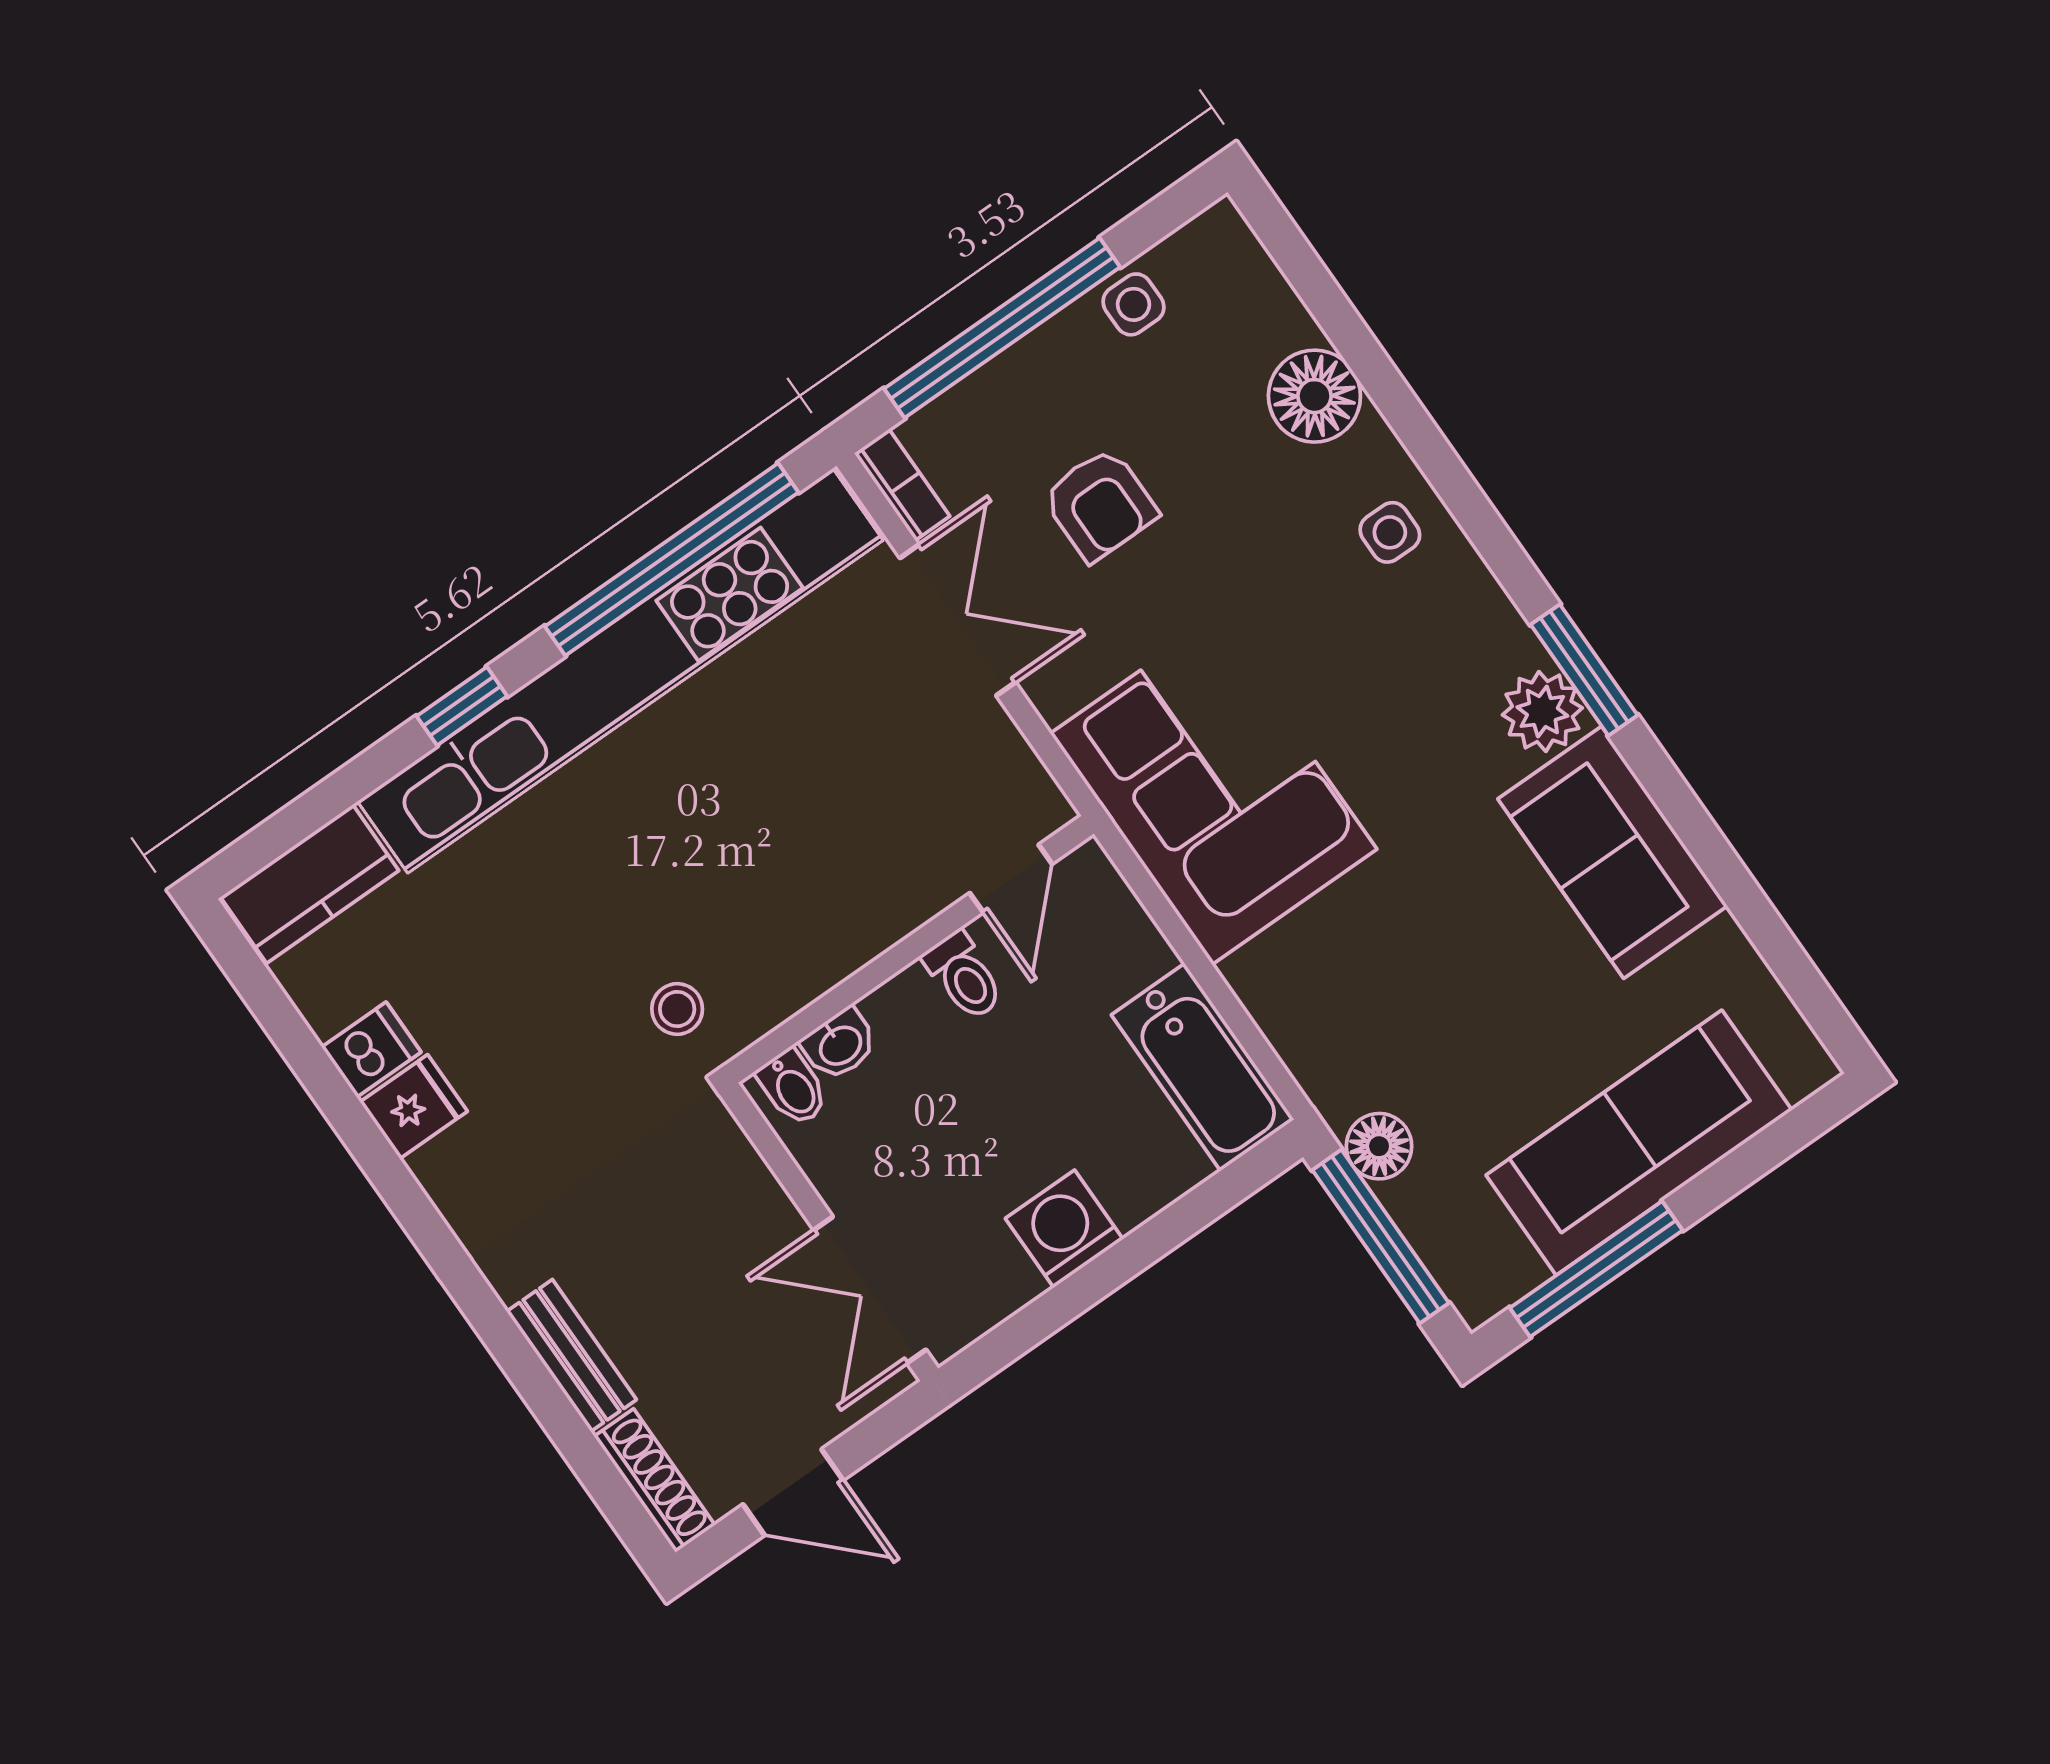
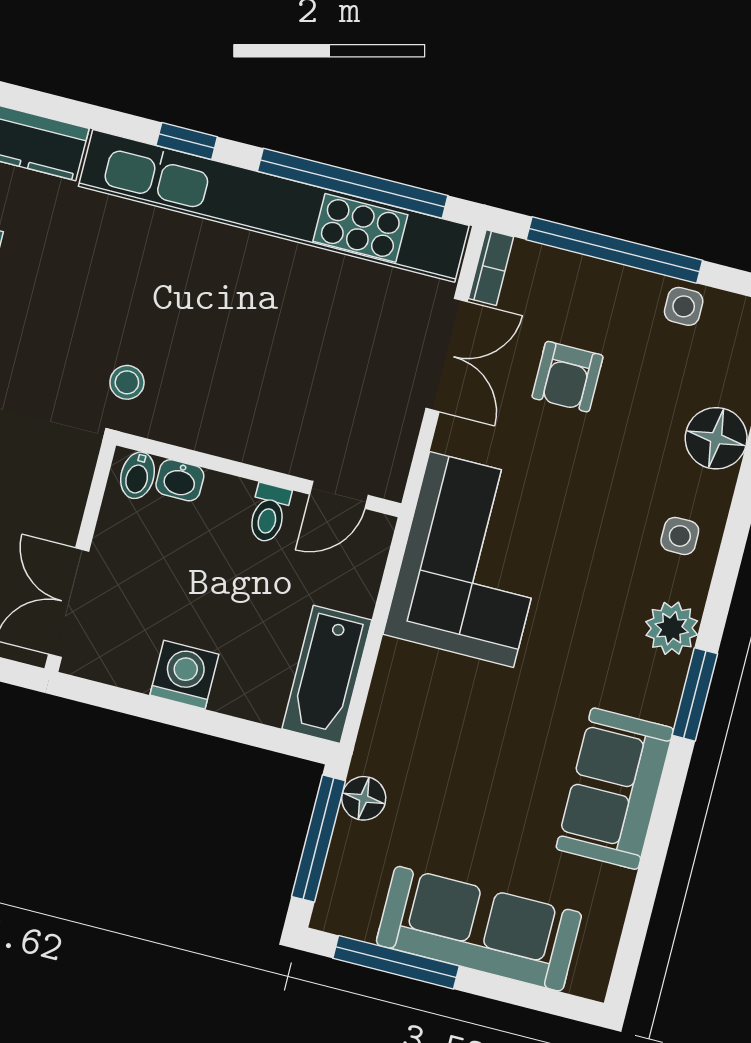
plant: (1542, 711) -> (672, 628), moved

